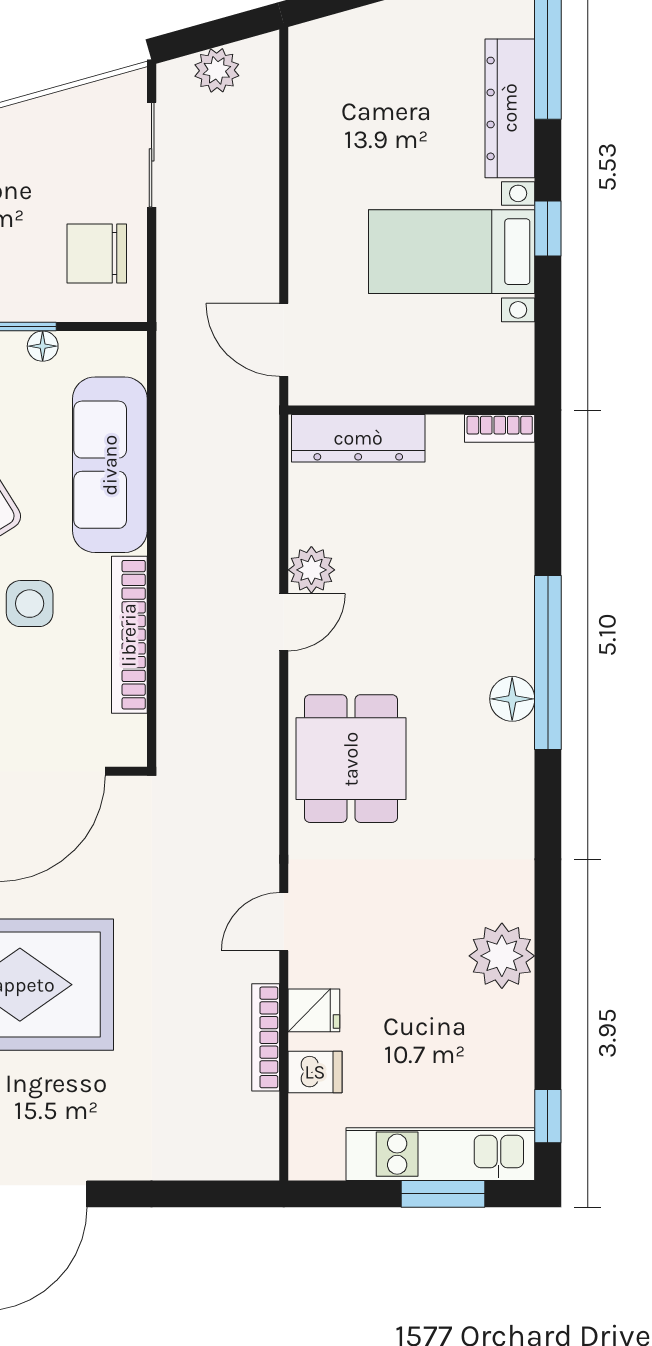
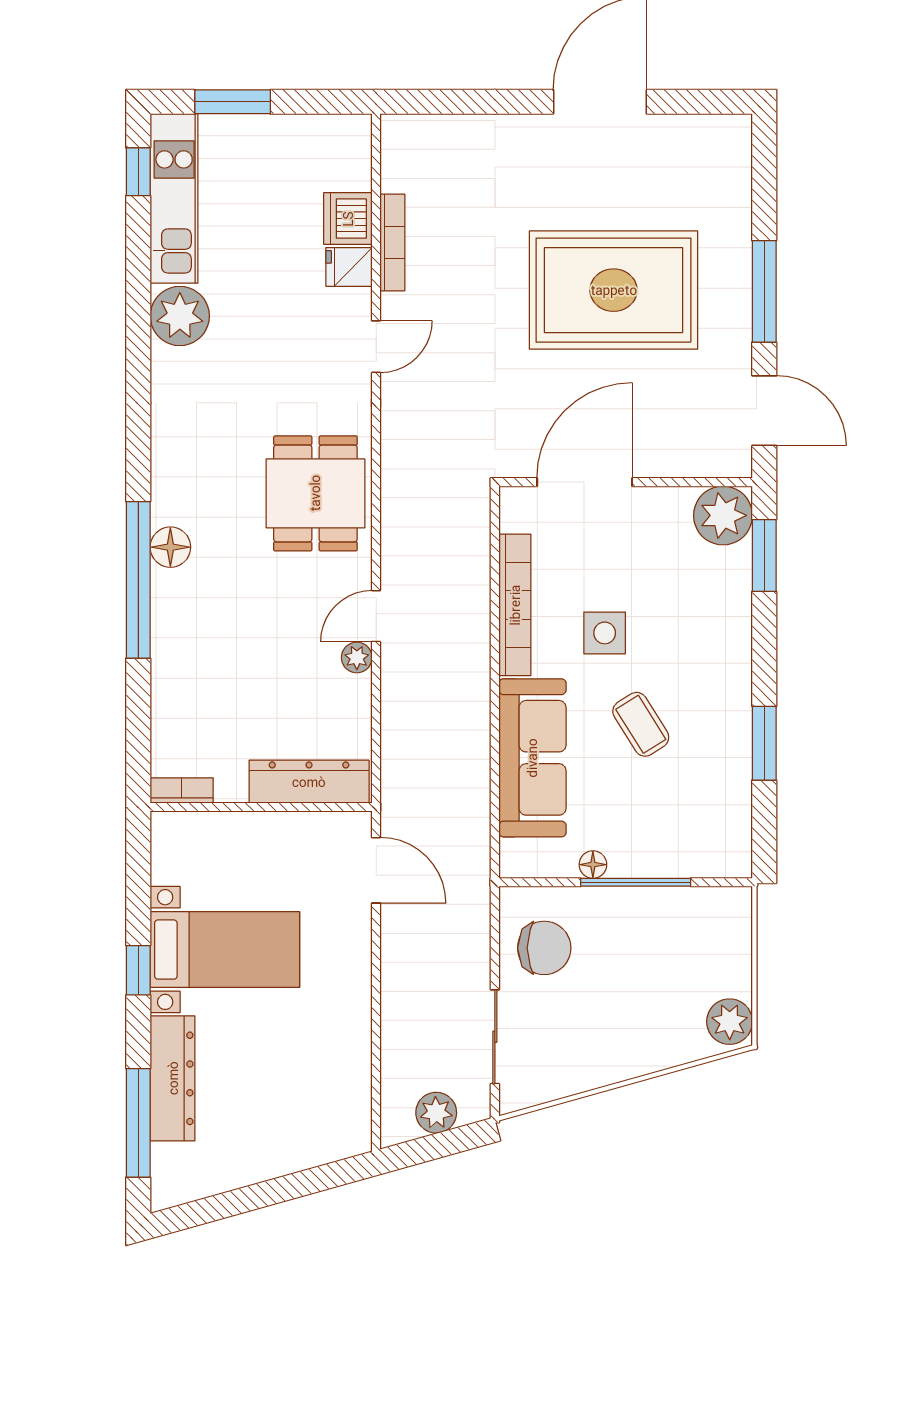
plant: (311, 570) -> (357, 658), width x0.73, depth x0.73
dishwasher: (315, 1072) -> (348, 219), width x1.38
kitchen unit: (440, 1154) -> (174, 198), moved, turned -90

